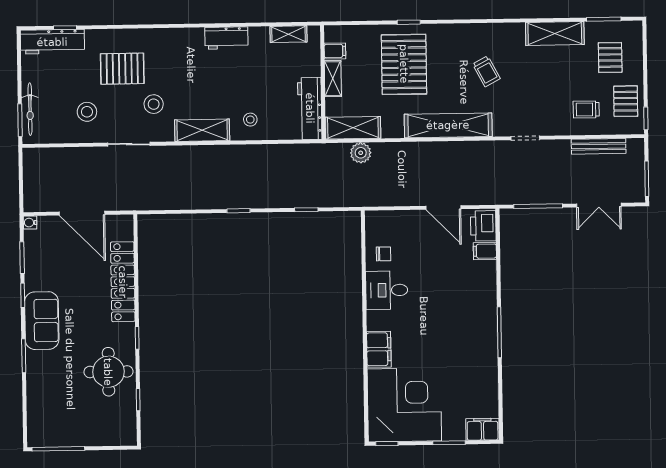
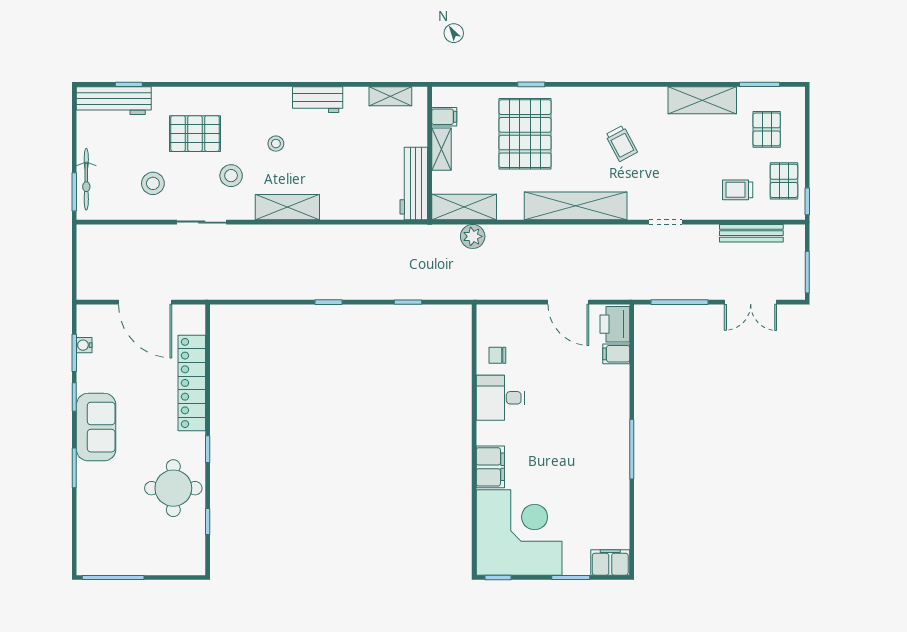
stool: (250, 120) -> (276, 144), moved
water cooler: (30, 223) -> (84, 345), moved
chair: (383, 254) -> (497, 355), turned 180

